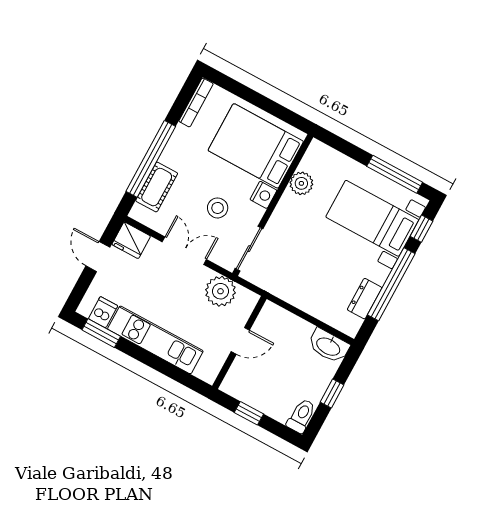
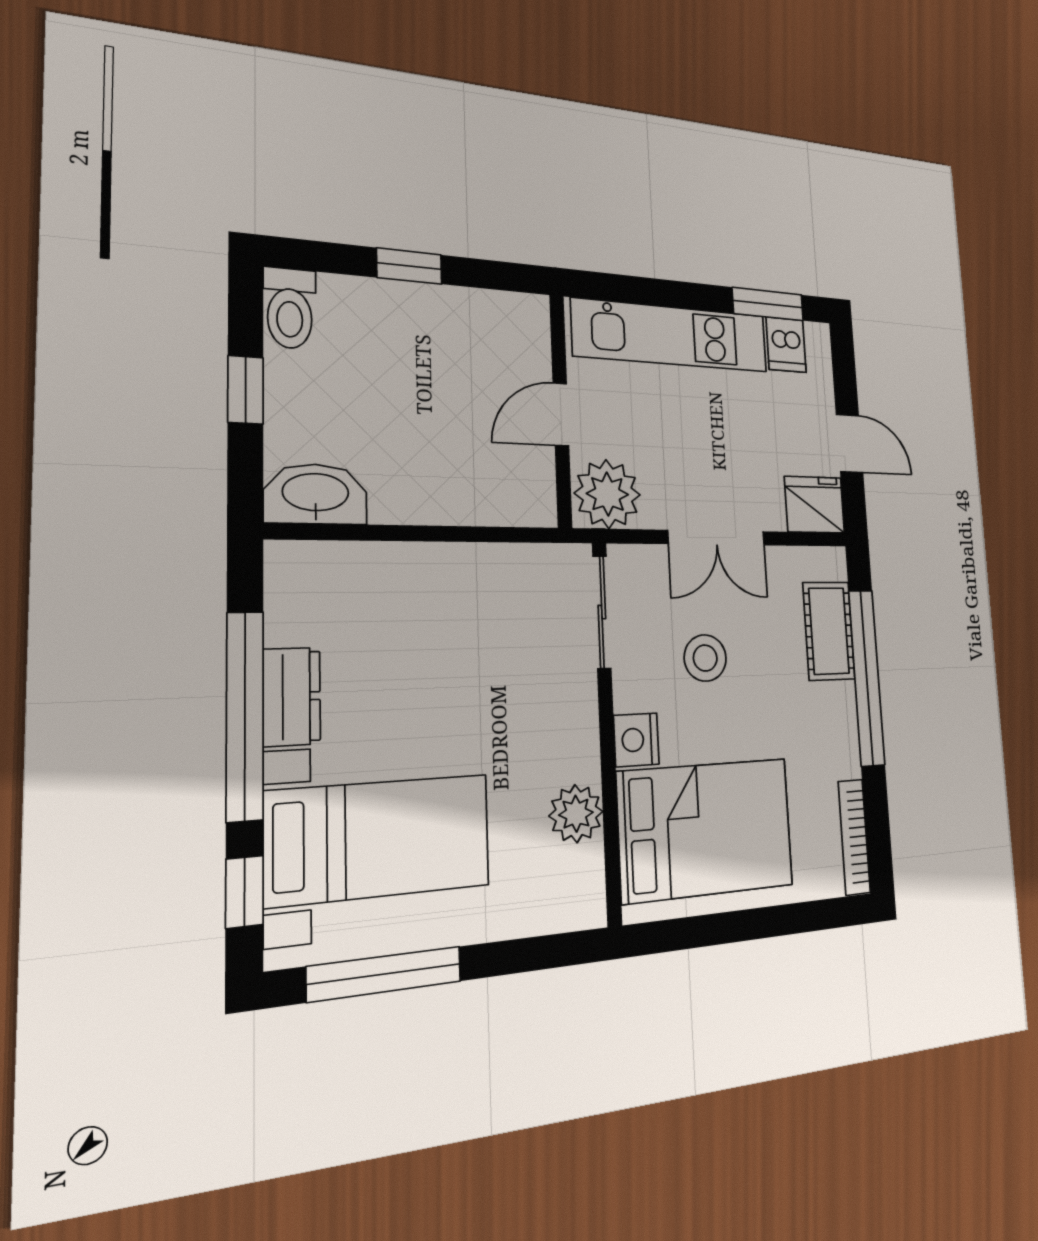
dresser: (365, 299) -> (292, 697), moved
door: (240, 341) -> (561, 414), moved
wall: (239, 342) -> (561, 410), moved

